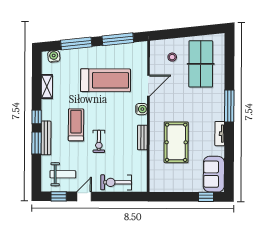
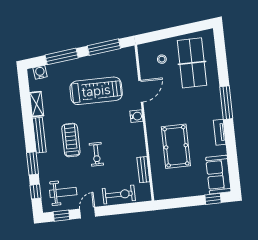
window: (37, 117) -> (36, 192), moved
bench: (142, 137) -> (143, 170), moved
bench: (46, 138) -> (39, 135), moved
exercise bike: (116, 182) -> (119, 194), turned 180

